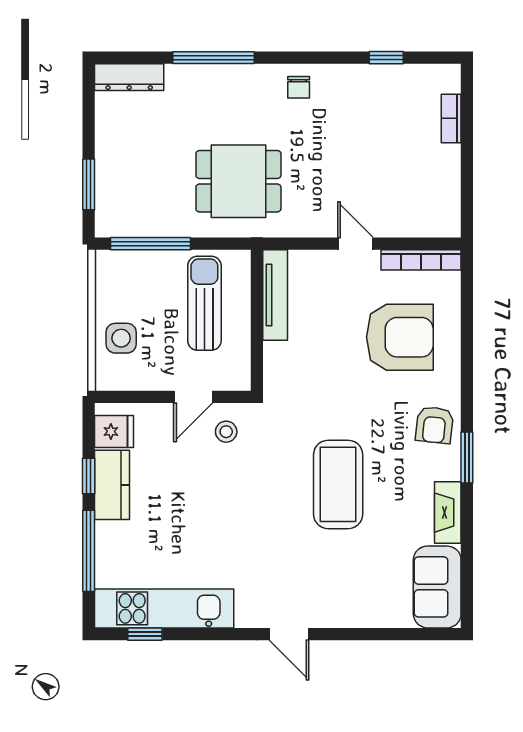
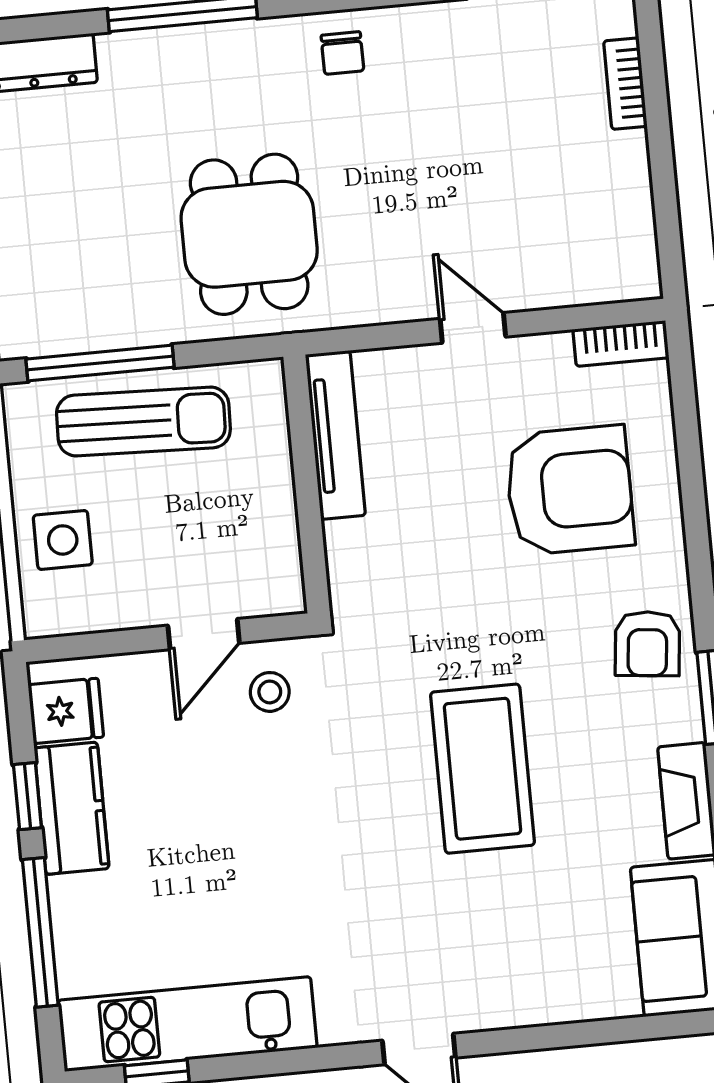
dining table: (238, 181) -> (249, 234), turned 90
bookcase: (421, 260) -> (621, 344), width x0.64
sun lounger: (204, 303) -> (143, 422), moved, turned 92

